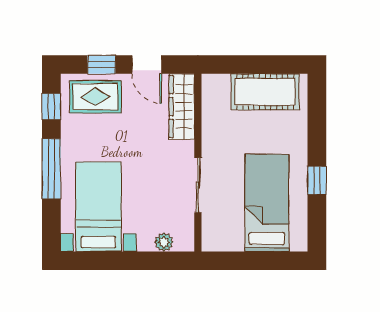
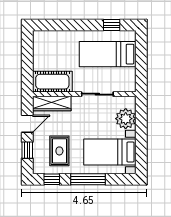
cot: (265, 92) -> (52, 82), moved, turned 90
rug: (95, 97) -> (59, 151), moved
window: (317, 180) -> (112, 25), moved
plant: (164, 242) -> (126, 119), width x1.88, depth x1.88

